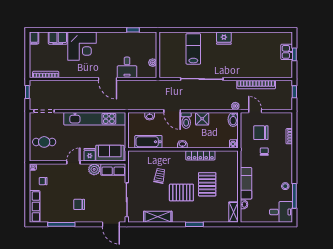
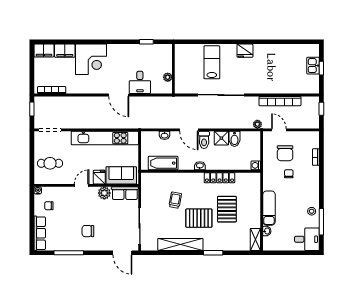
filing cabinet: (34, 38) -> (44, 51), width x2.00
bidet: (233, 119) -> (234, 139), moved
chair: (261, 133) -> (285, 153), turned -90
shelving: (158, 217) -> (180, 244), width x1.47

